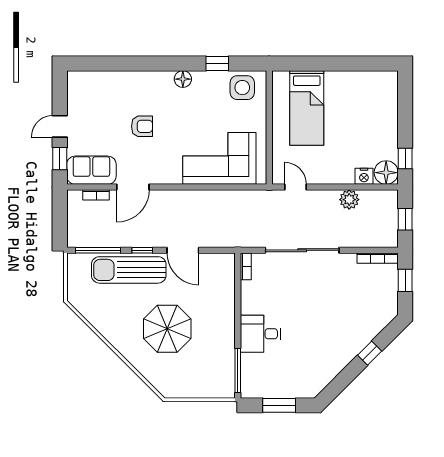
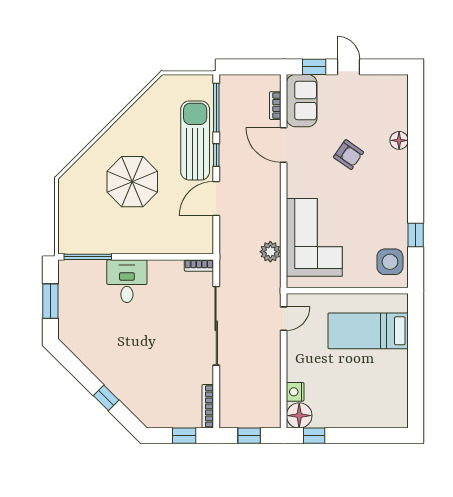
floor lamp: (183, 79) -> (399, 140), moved
armchair: (142, 126) -> (349, 155), turned -55
plant: (349, 200) -> (270, 252), moved

